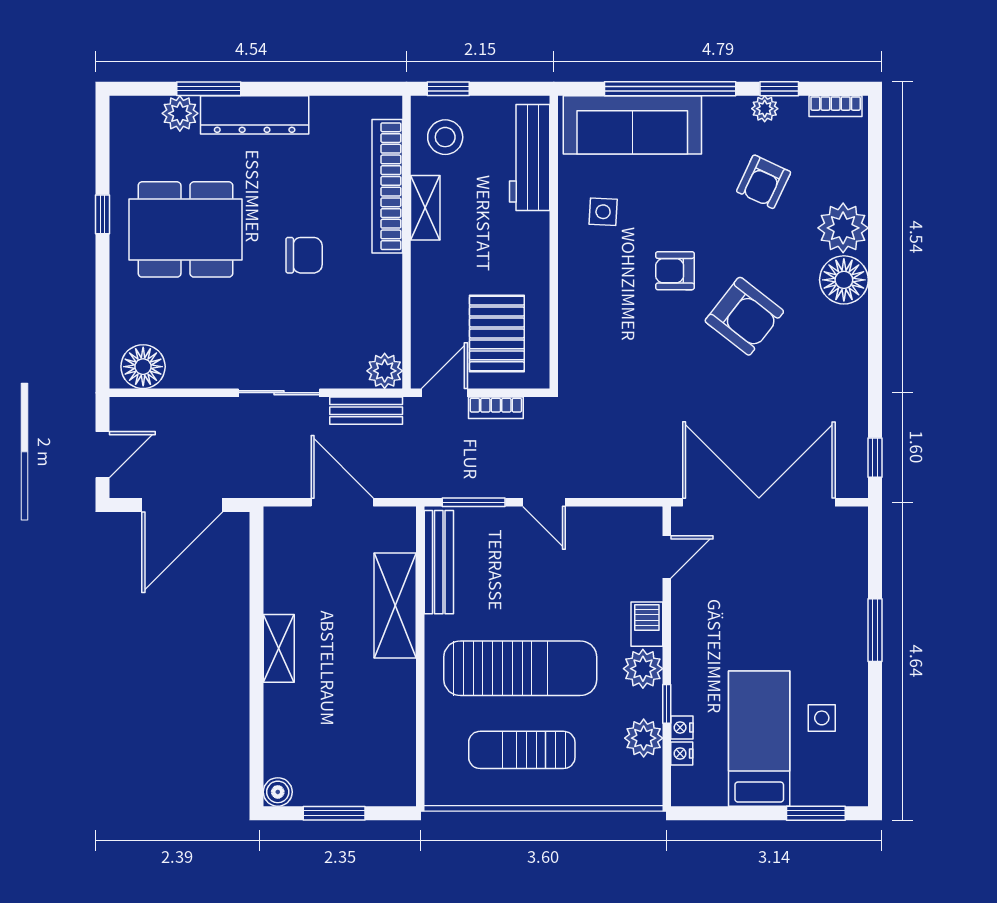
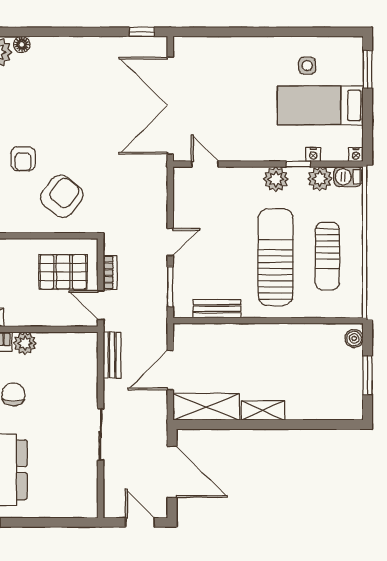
floor lamp: (844, 280) -> (22, 44), width x0.53, depth x0.53
armchair: (744, 316) -> (62, 196), moved
floor lamp: (143, 367) -> (84, 497), removed
plant: (385, 371) -> (25, 343), moved
sliding door: (279, 393) -> (101, 434), moved
bench: (439, 562) -> (217, 309), width x0.73
shelving: (395, 605) -> (206, 407), moved
barbecue: (647, 624) -> (348, 177), moved
window: (875, 630) -> (251, 32), removed
nightstand: (682, 754) -> (356, 155), moved
boiler: (278, 792) -> (354, 338), moved

